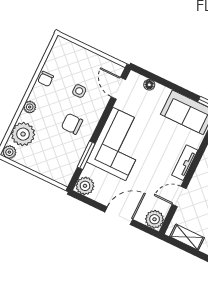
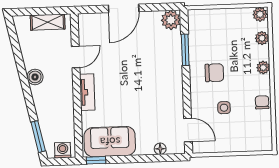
plant: (23, 134) -> (262, 38), width x0.53, depth x0.53
corner sofa: (119, 144) -> (159, 77), removed
plant: (155, 219) -> (88, 23), removed

